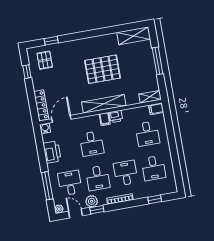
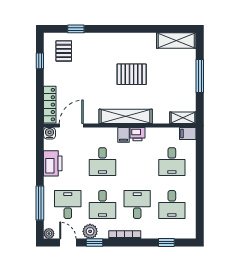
pallet: (103, 69) -> (132, 74), width x0.73, depth x0.71

